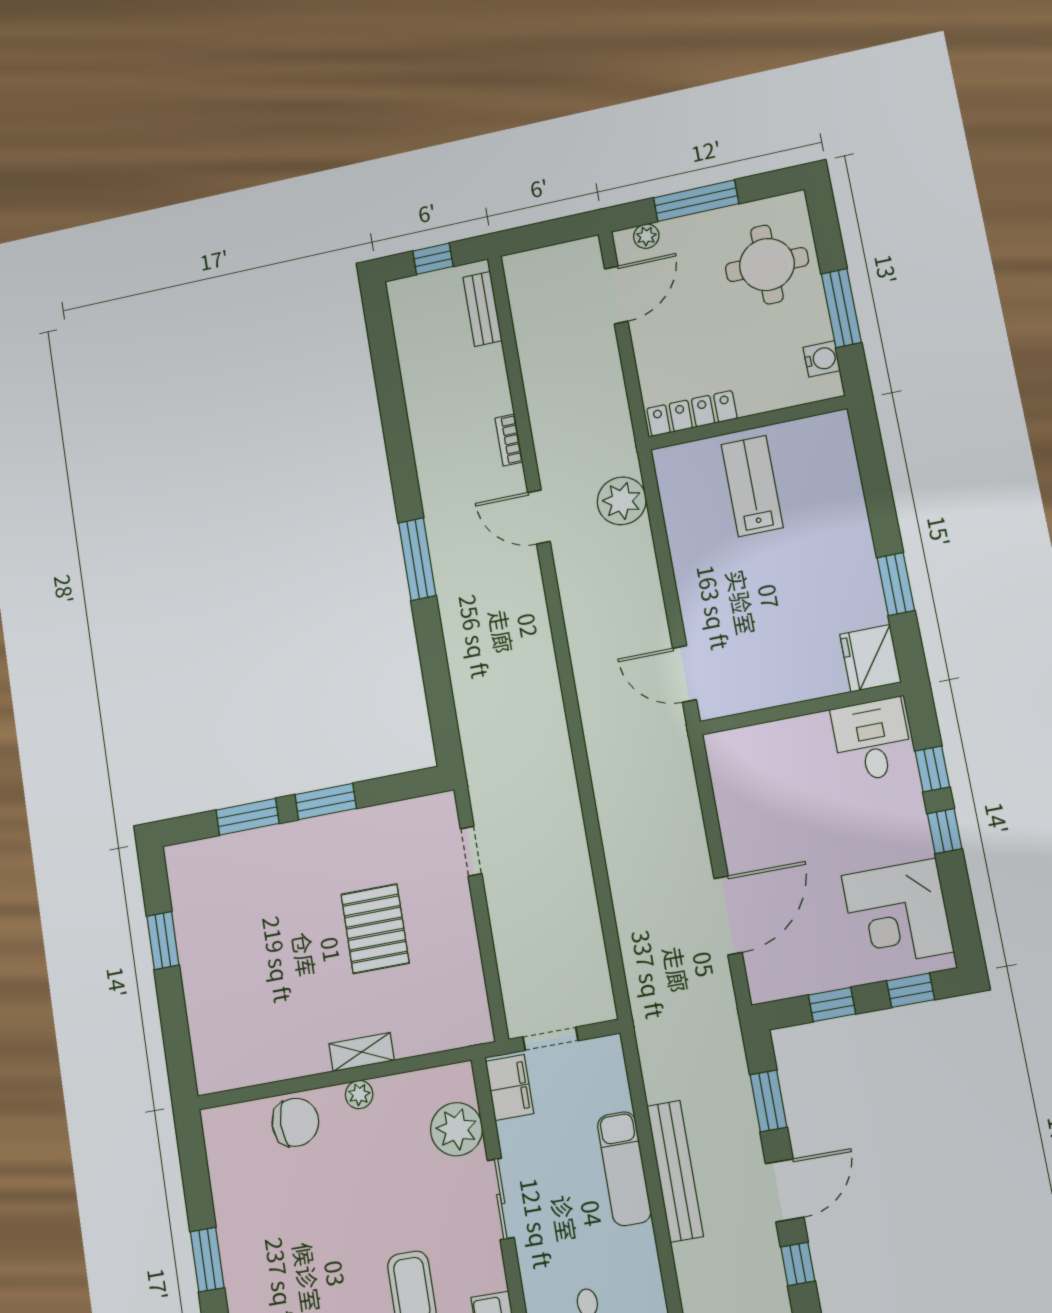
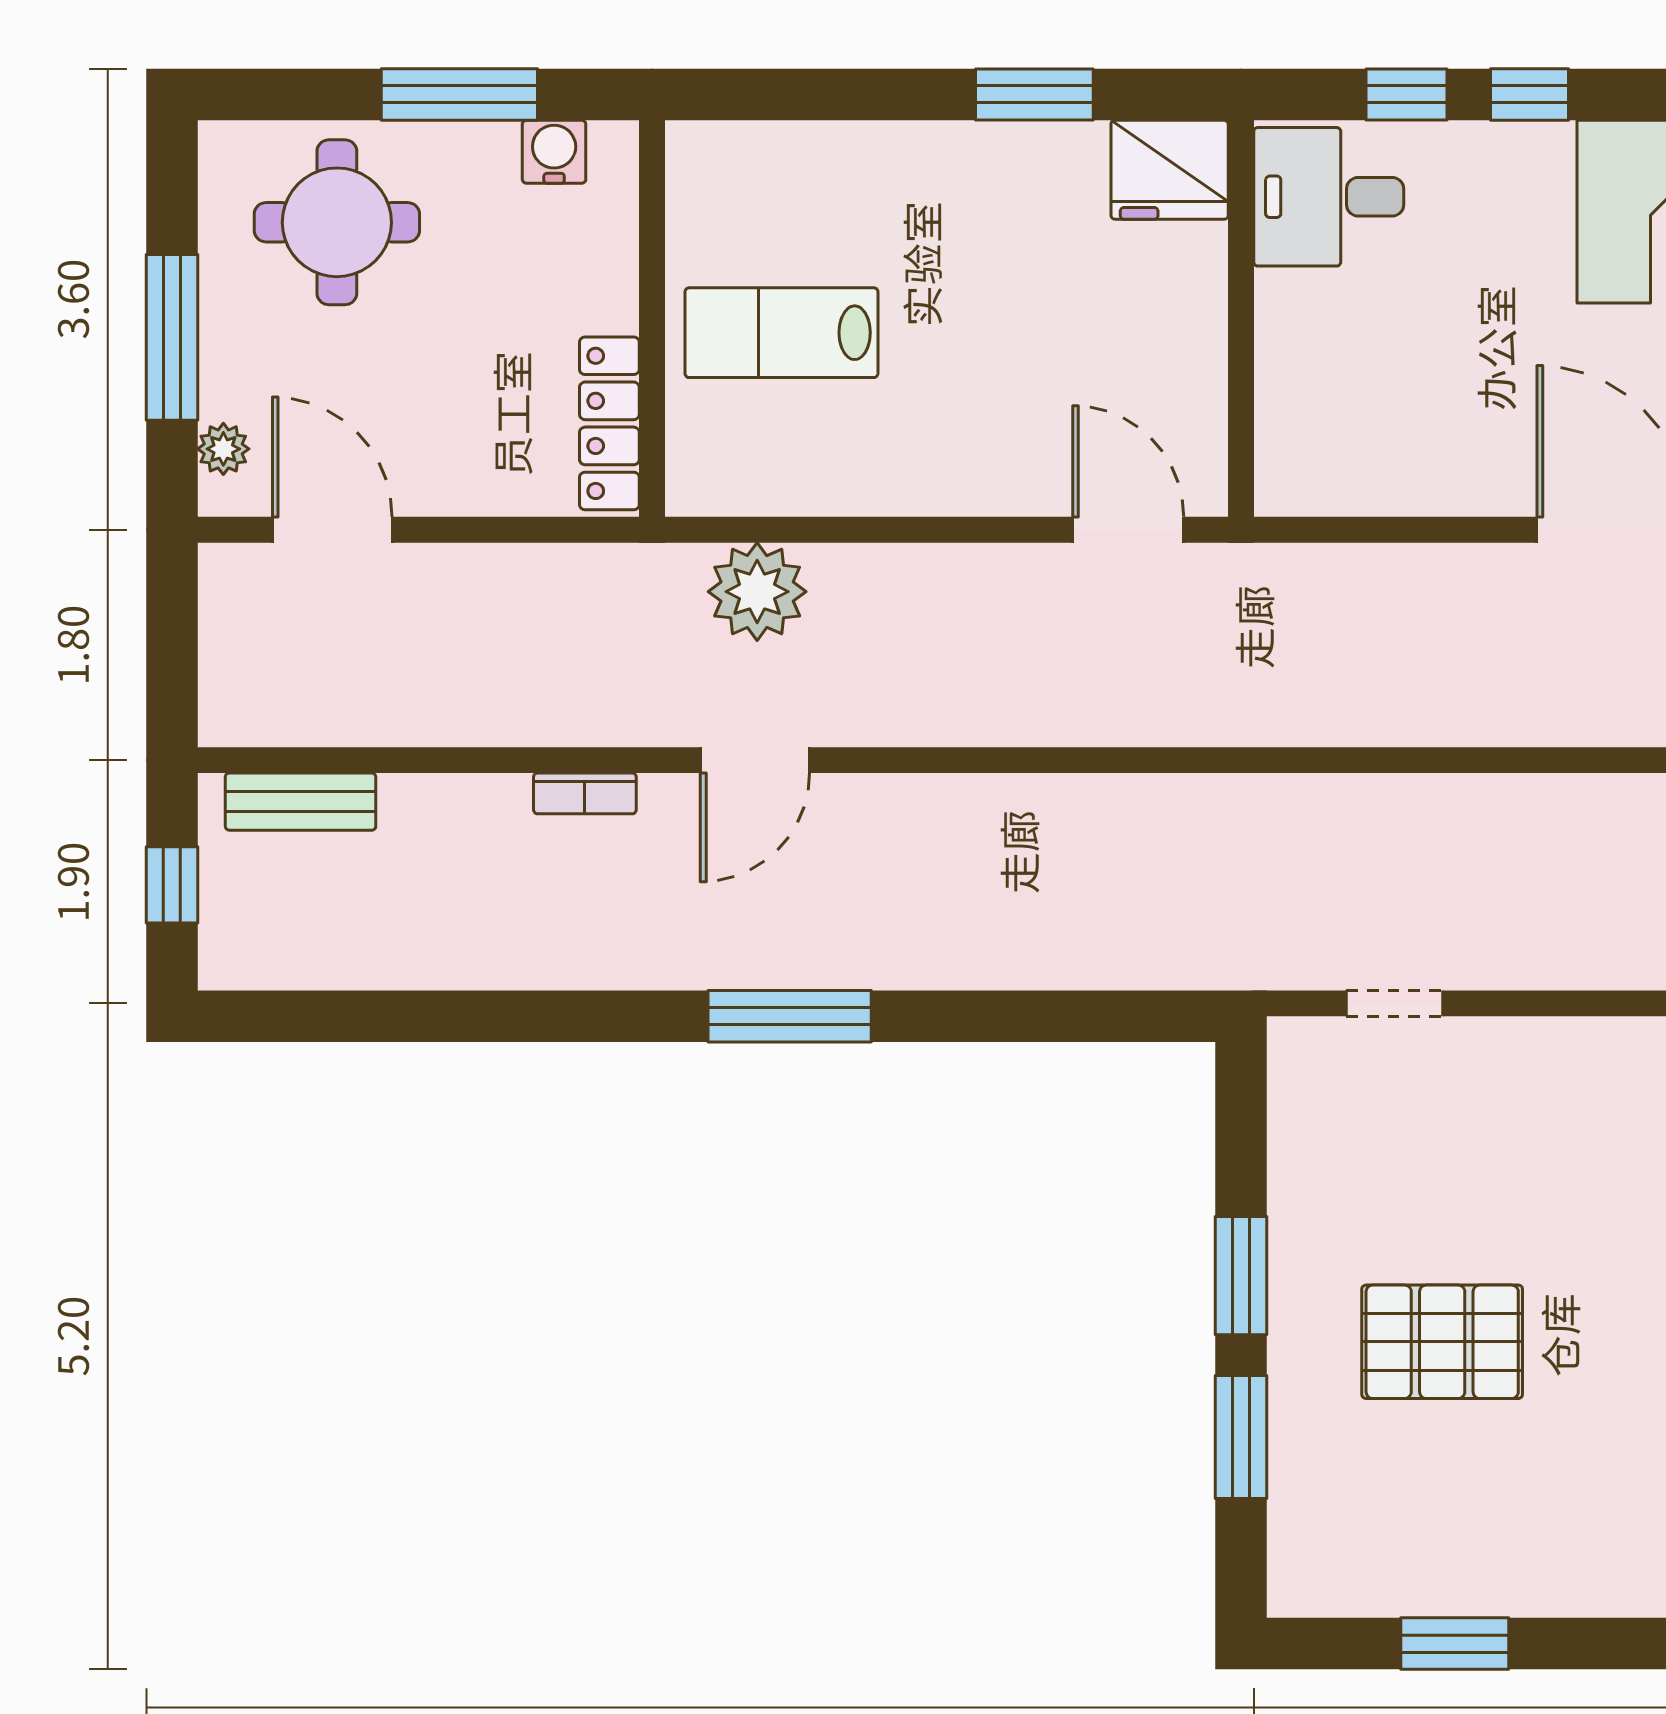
door: (685, 674) -> (1128, 530), swing flipped
pallet: (375, 929) -> (1442, 1342), moved

